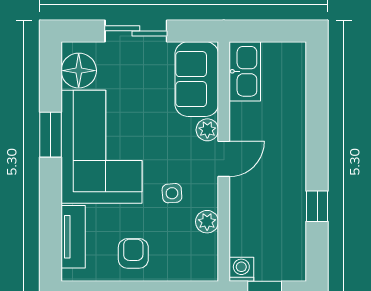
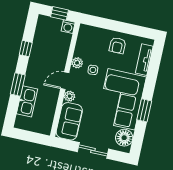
kitchen sink: (245, 71) -> (27, 101), moved, turned 180
window: (317, 130) -> (18, 84), added
plant: (207, 222) -> (77, 63), moved

